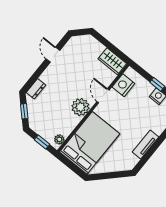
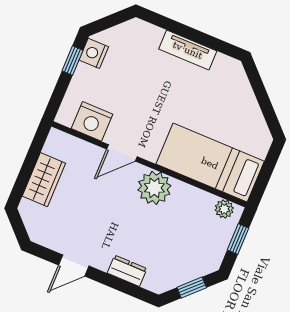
wardrobe: (112, 61) -> (44, 180), moved
dresser: (36, 89) -> (127, 271), moved
bed: (90, 143) -> (210, 163), width x0.67

